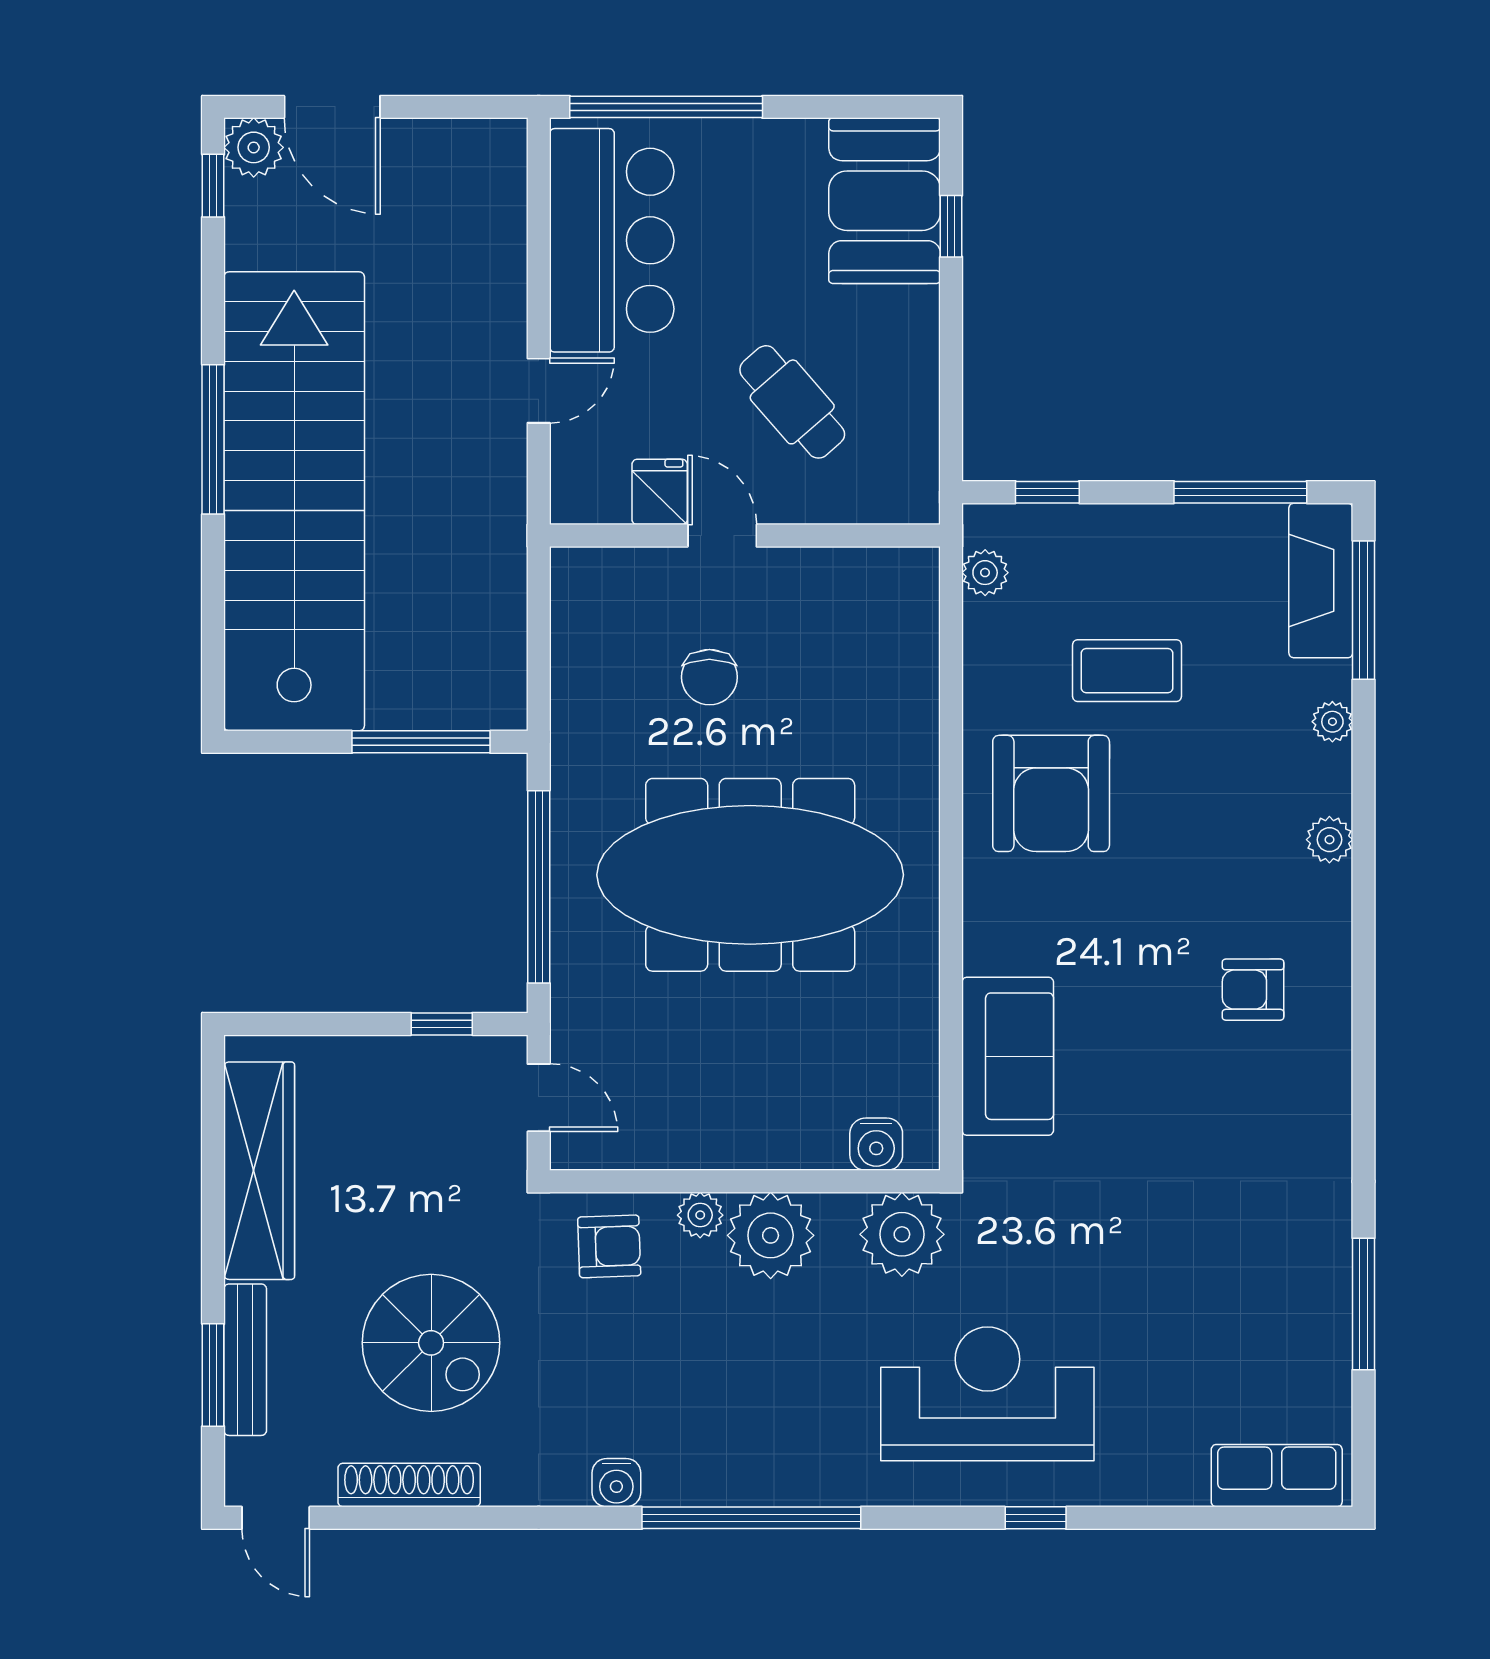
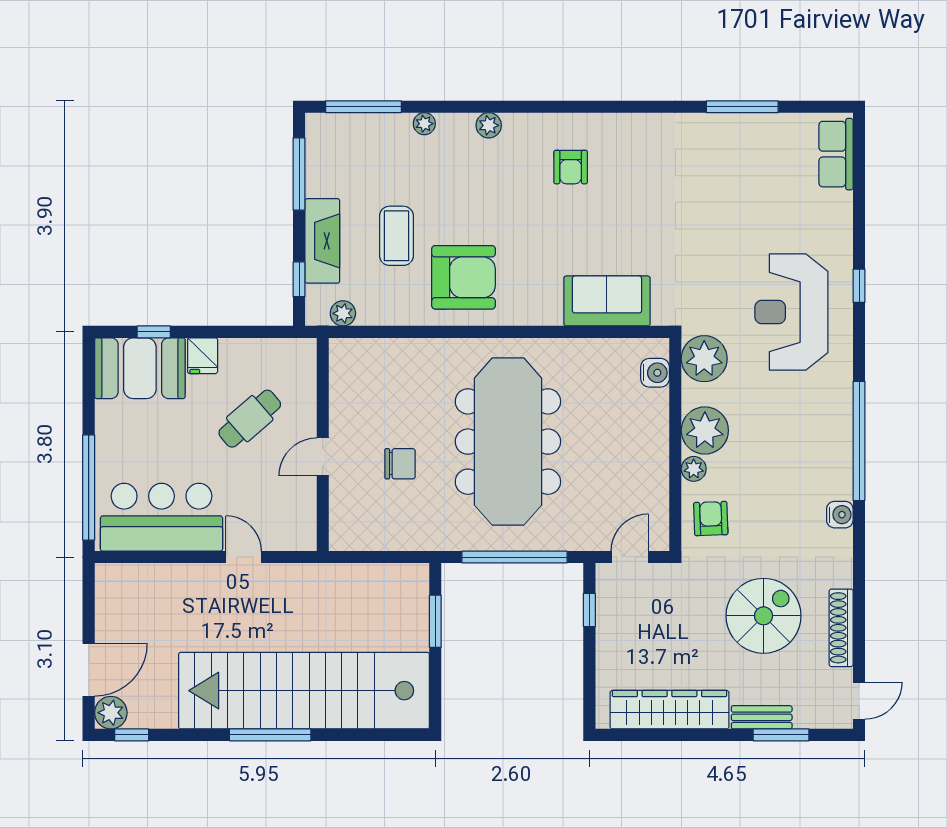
fridge: (660, 492) -> (203, 356), moved, turned -90
fireplace: (1321, 580) -> (322, 241), moved, turned -90
window: (421, 742) -> (435, 621), width x0.69
bench: (245, 1360) -> (762, 717), width x0.73

